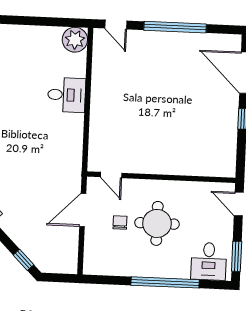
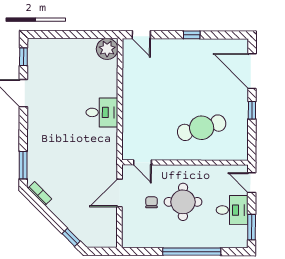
window: (175, 27) -> (192, 35), width x0.32
desk: (67, 95) -> (102, 112), moved
cafe table: (182, 137) -> (202, 128), added
desk: (209, 261) -> (232, 210), moved, turned -90

